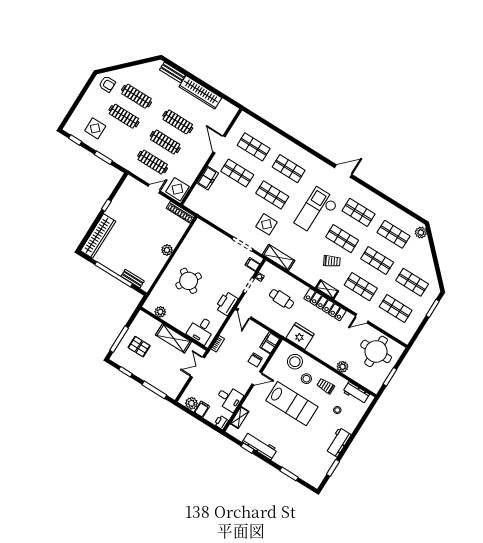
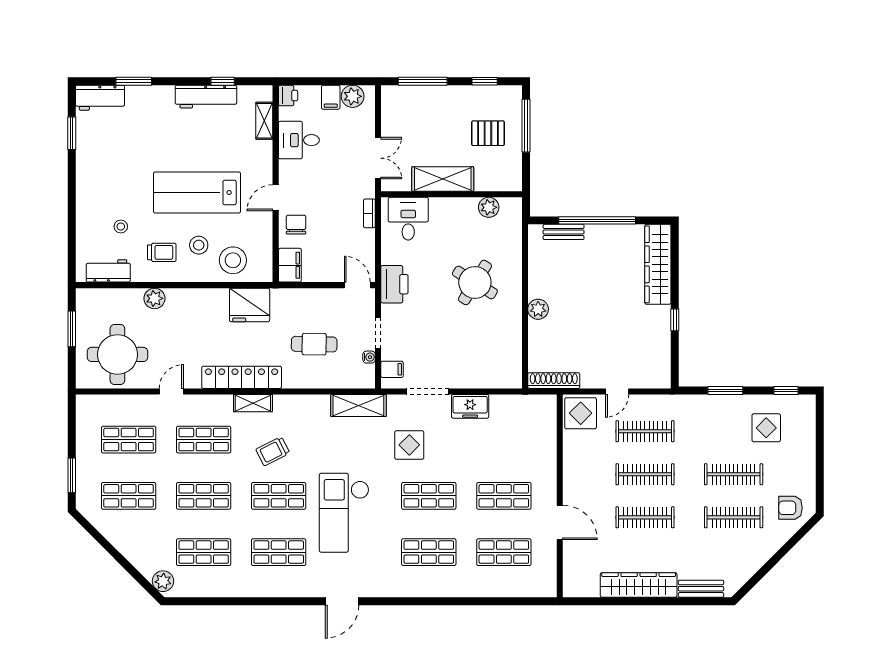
freezer: (208, 178) -> (470, 406), moved, turned -90
checkout: (317, 212) -> (344, 513), turned 180
workbench: (338, 442) -> (100, 98), moved, turned 90

